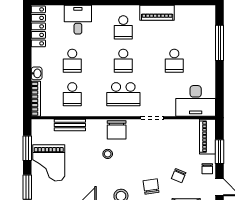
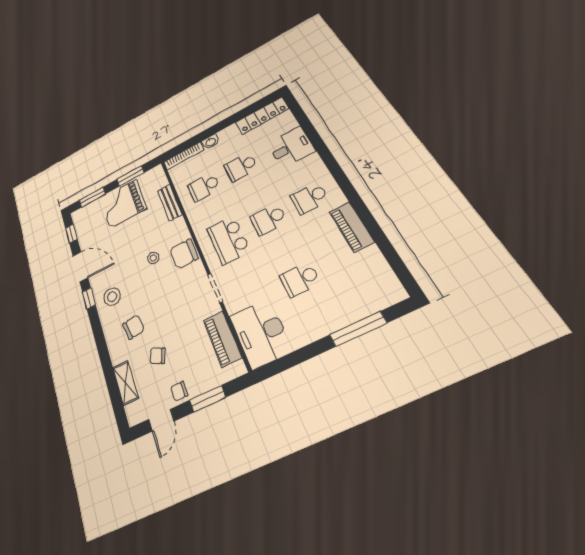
piano: (207, 137) -> (222, 339), moved, turned -90

